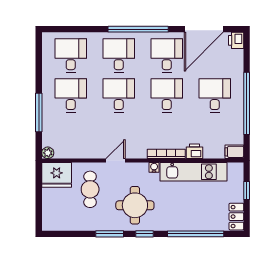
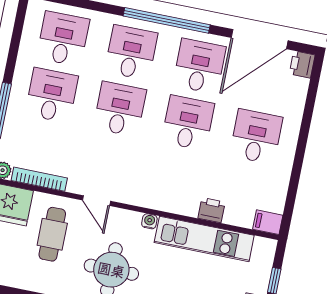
window: (247, 103) -> (299, 157), removed
bookcase: (166, 154) -> (39, 179), moved
door: (115, 161) -> (97, 201), swing flipped

